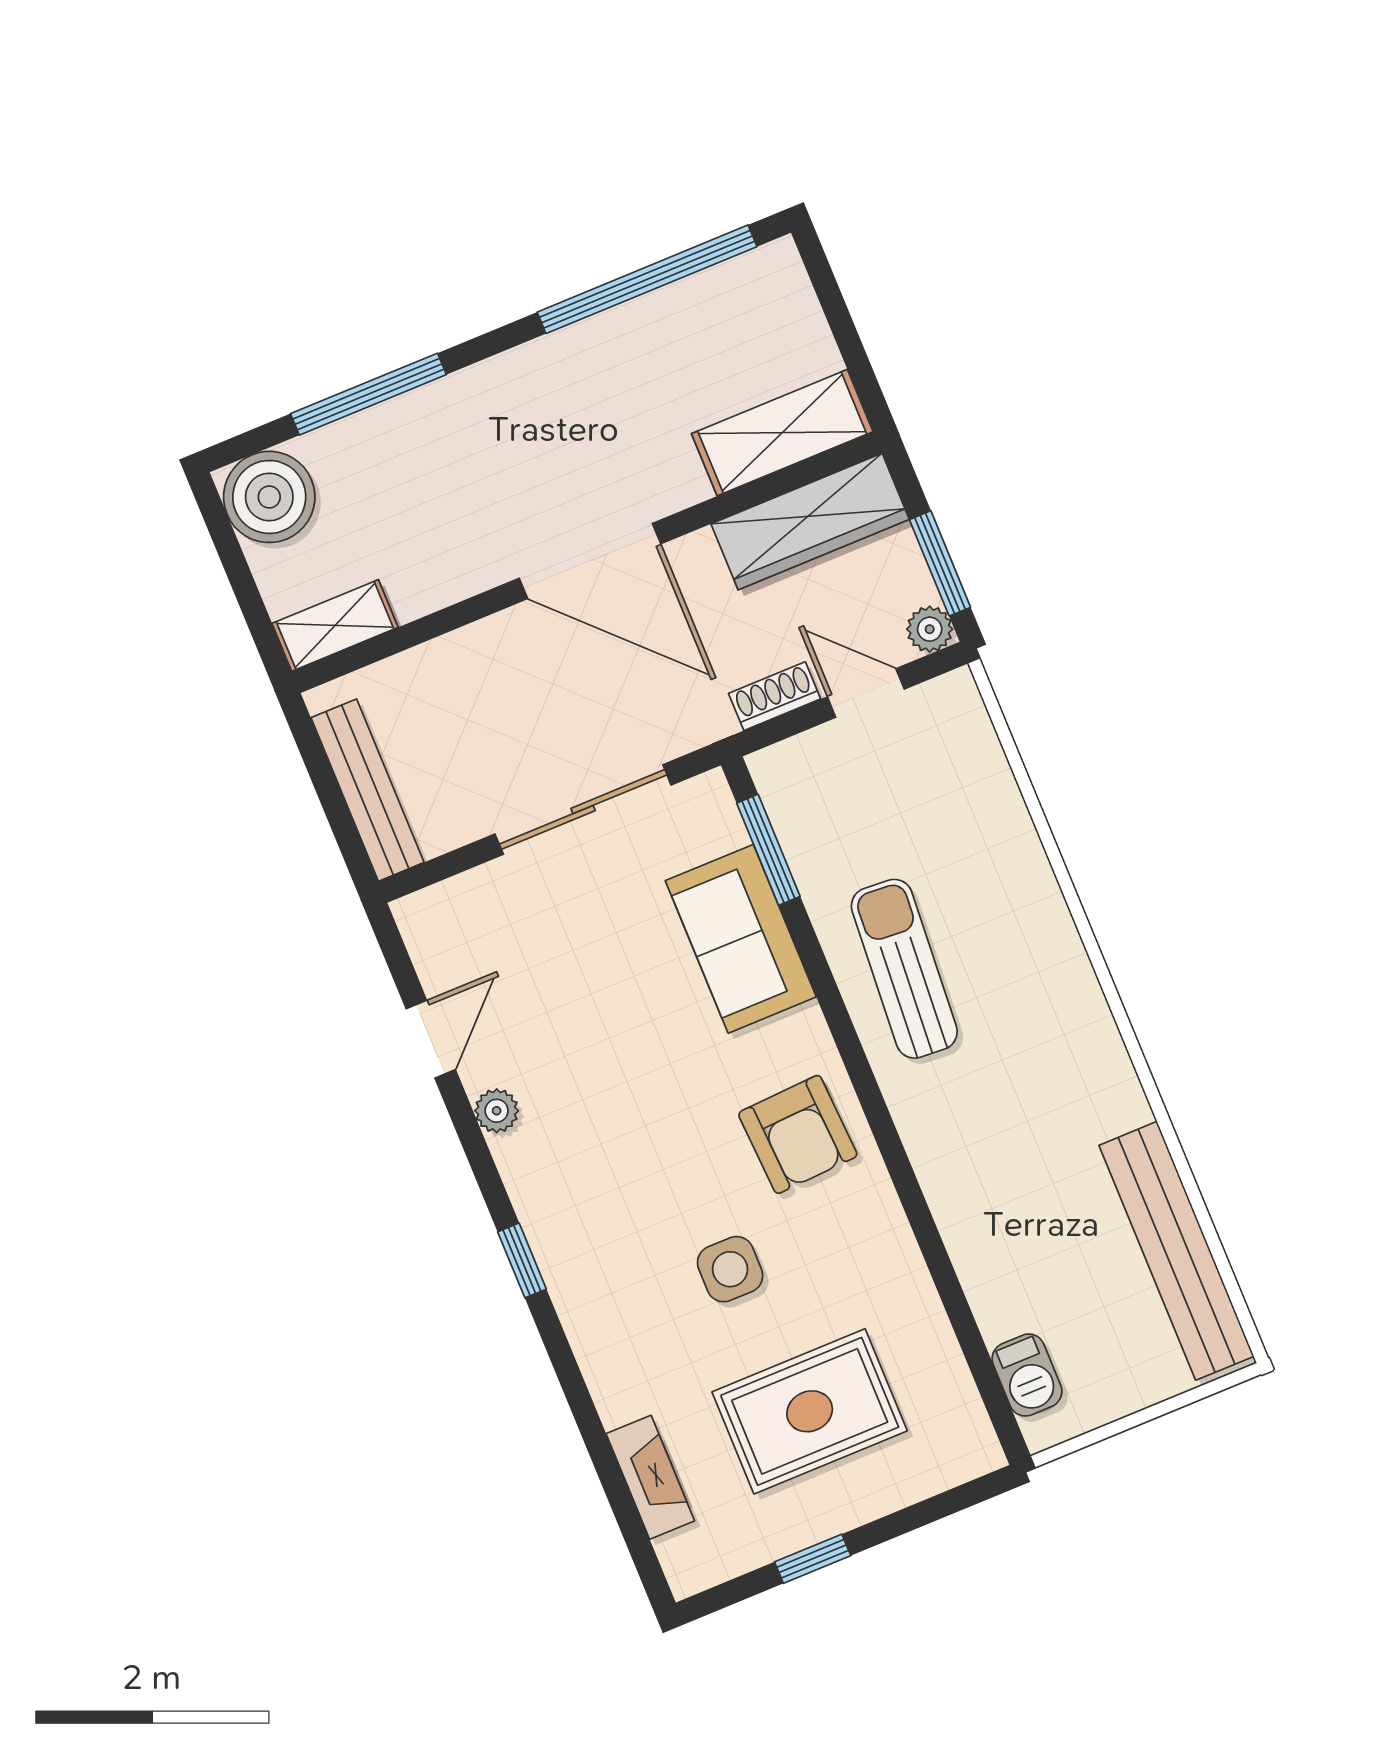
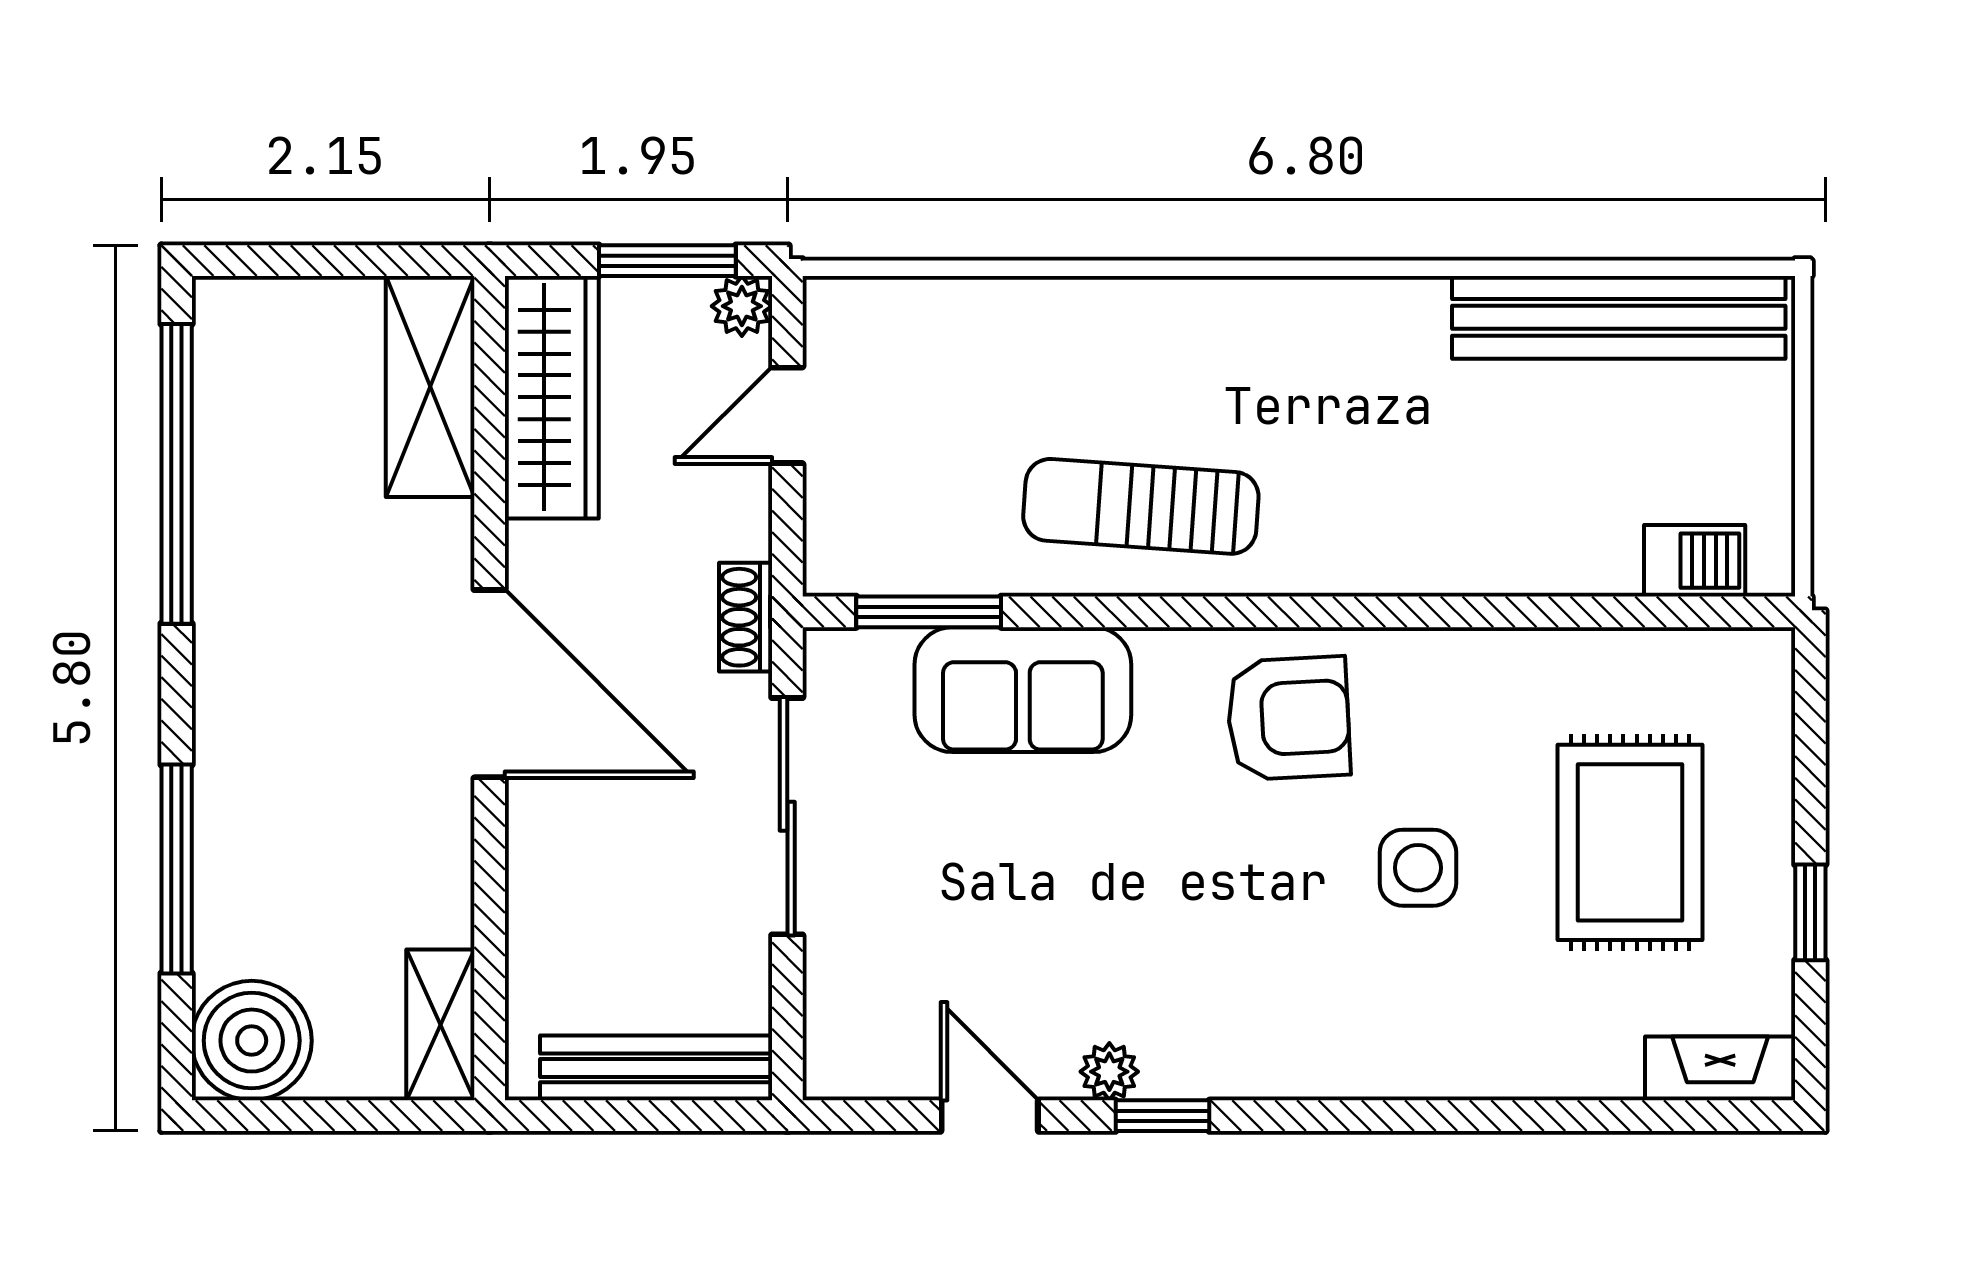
door: (590, 561) -> (490, 684), hinge flipped
shoe rack: (775, 696) -> (746, 617), moved
window: (522, 1260) -> (1162, 1116), moved
fireplace: (650, 1477) -> (1720, 1068), moved

